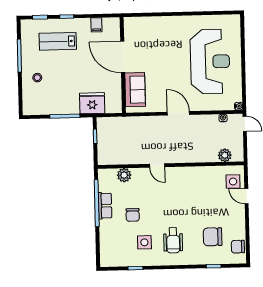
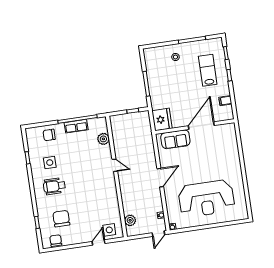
fridge: (92, 103) -> (162, 119), moved
door: (157, 165) -> (115, 165), swing flipped
chair: (133, 215) -> (49, 135), moved

